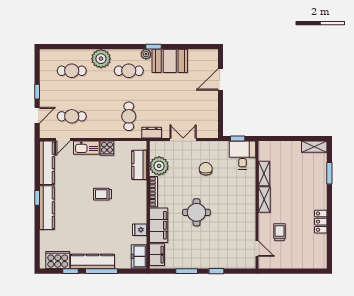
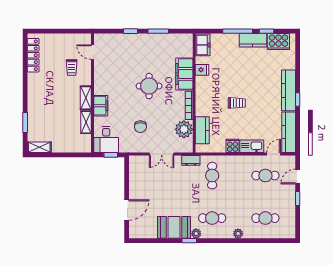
plant: (101, 59) -> (238, 234), width x0.53, depth x0.53
locker: (321, 222) -> (33, 55), moved, width x1.53
filing cabinet: (157, 255) -> (101, 106), moved, turned 180
kitchen counter: (92, 261) -> (253, 40), width x0.67

